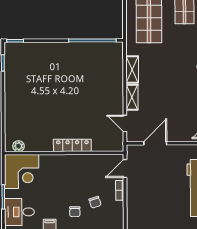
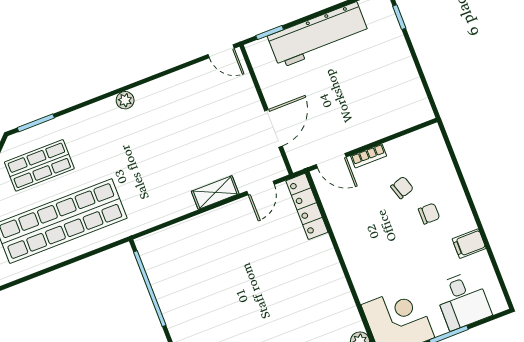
shelving: (132, 70) -> (172, 209), removed
door: (155, 143) -> (274, 128), swing flipped
locker: (72, 145) -> (307, 206), moved

